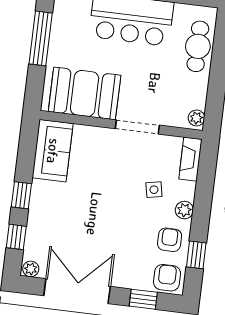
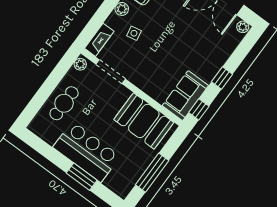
cafe table: (198, 46) -> (64, 103), moved
doorway: (137, 127) -> (111, 72), moved
window: (16, 237) -> (199, 109), moved

